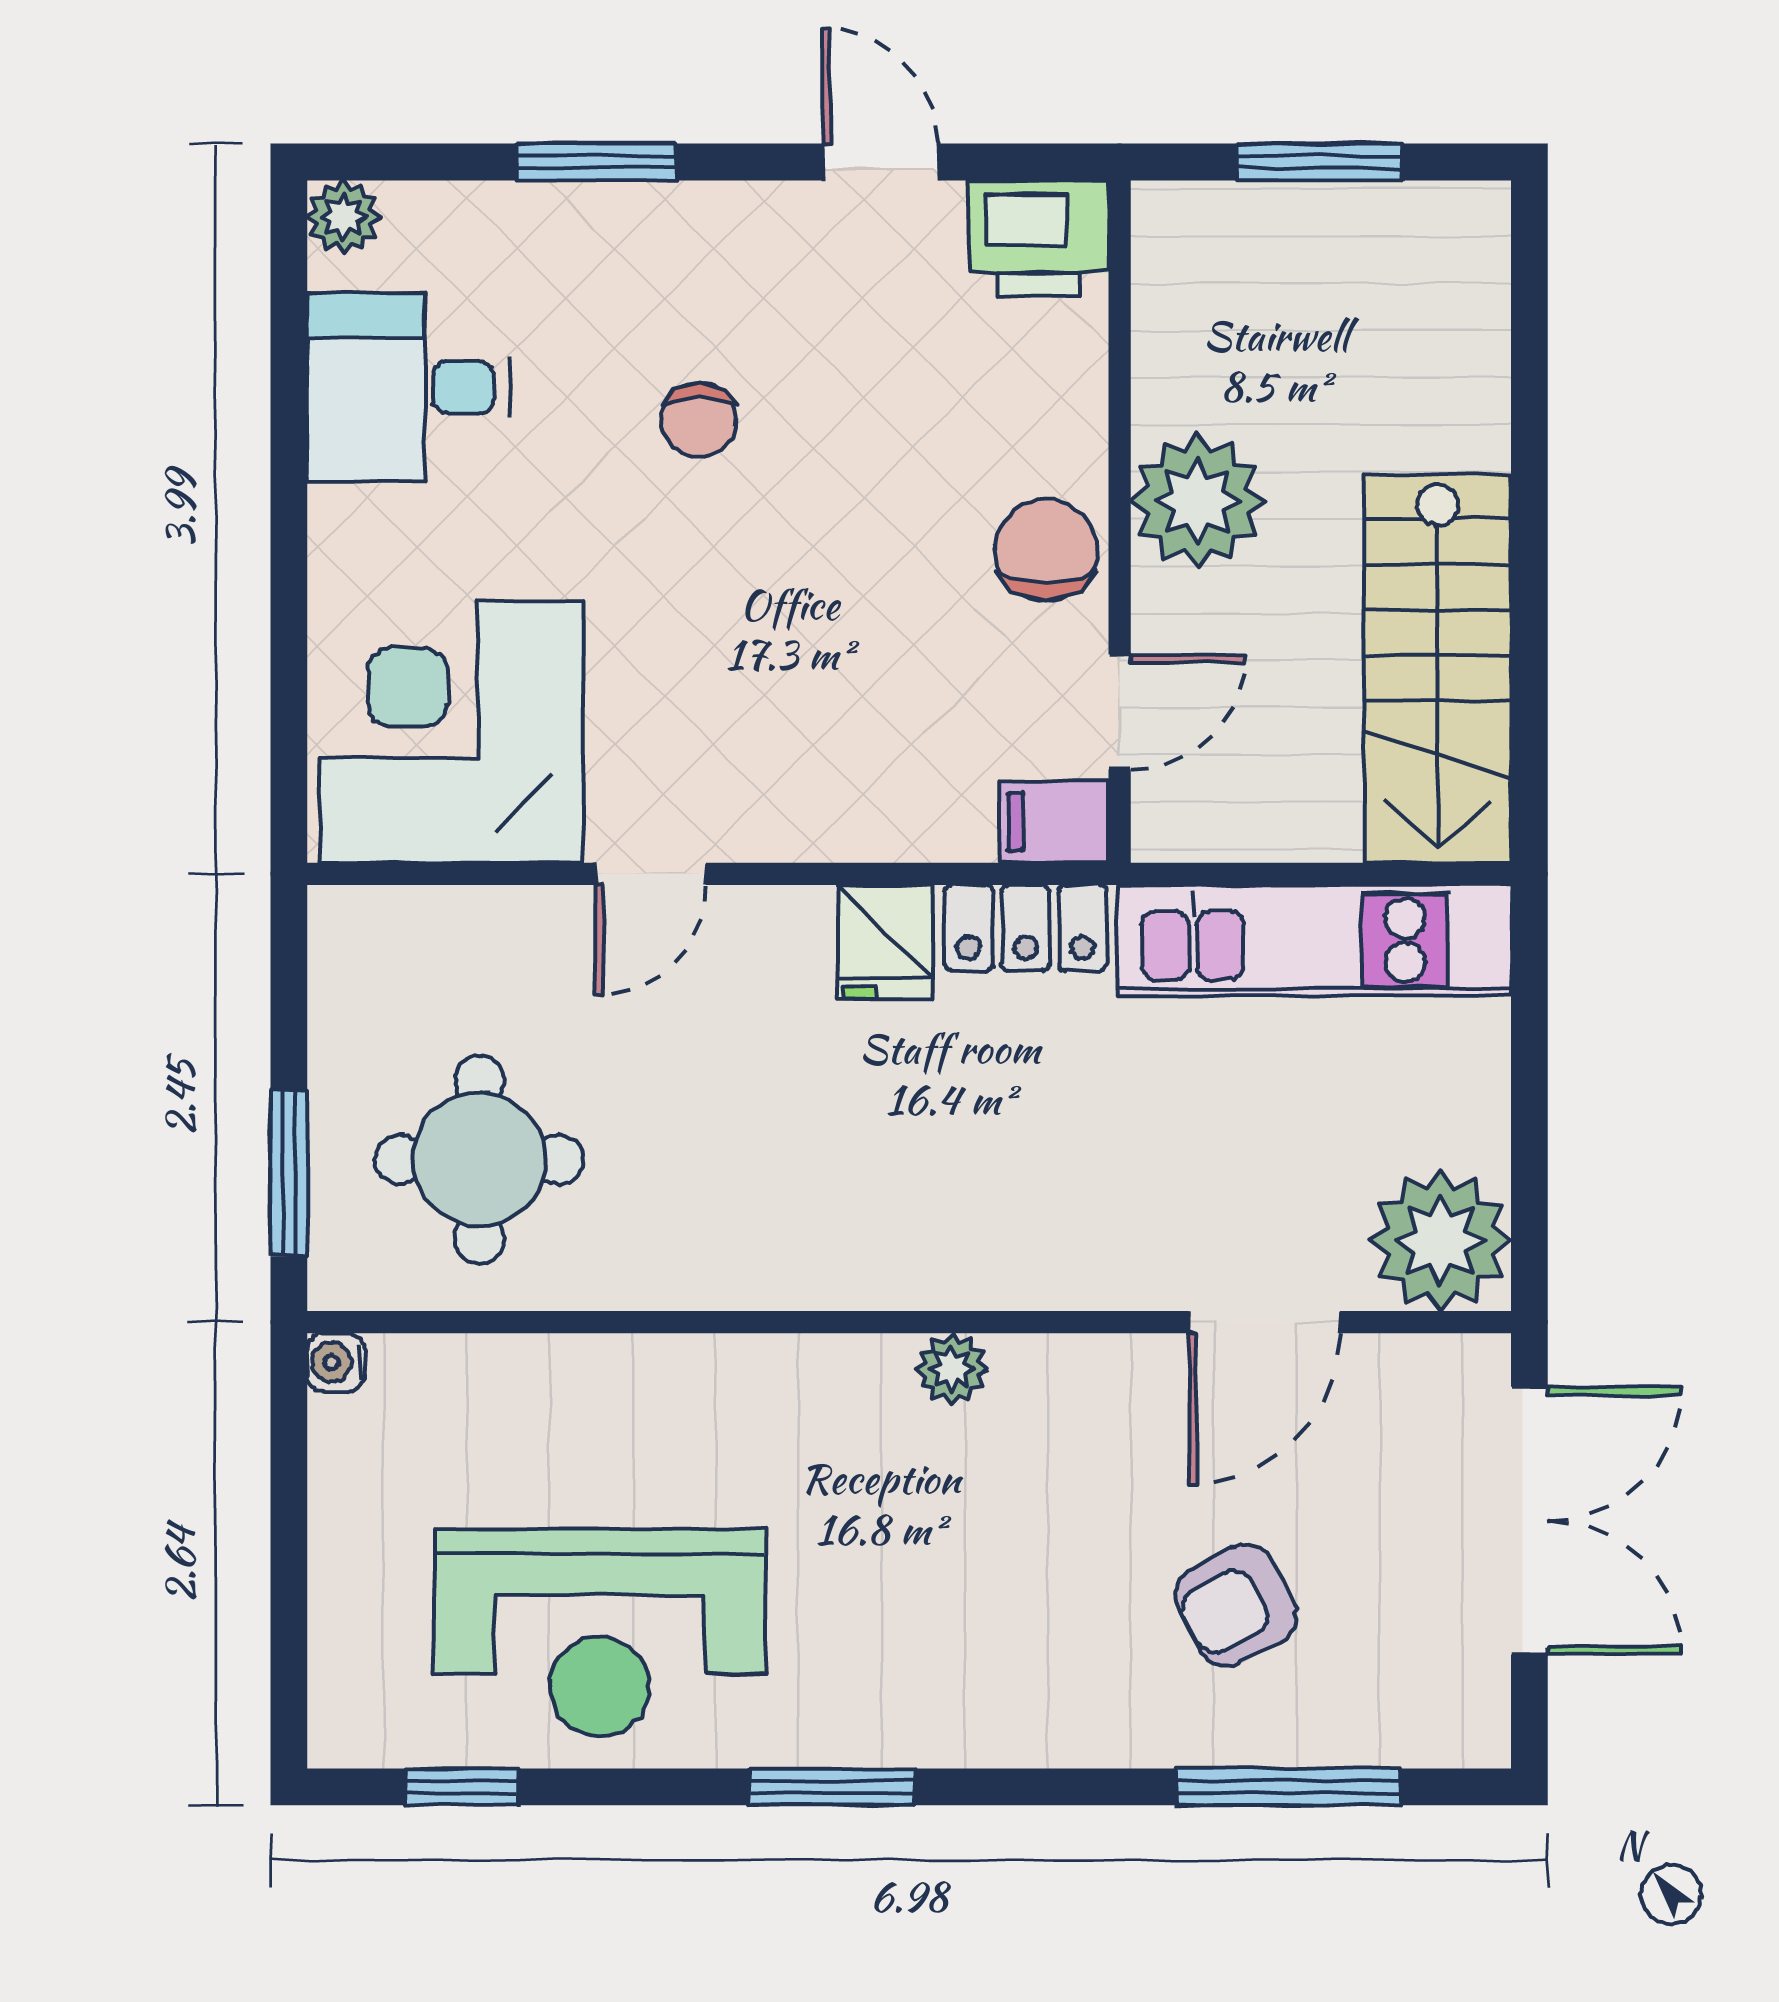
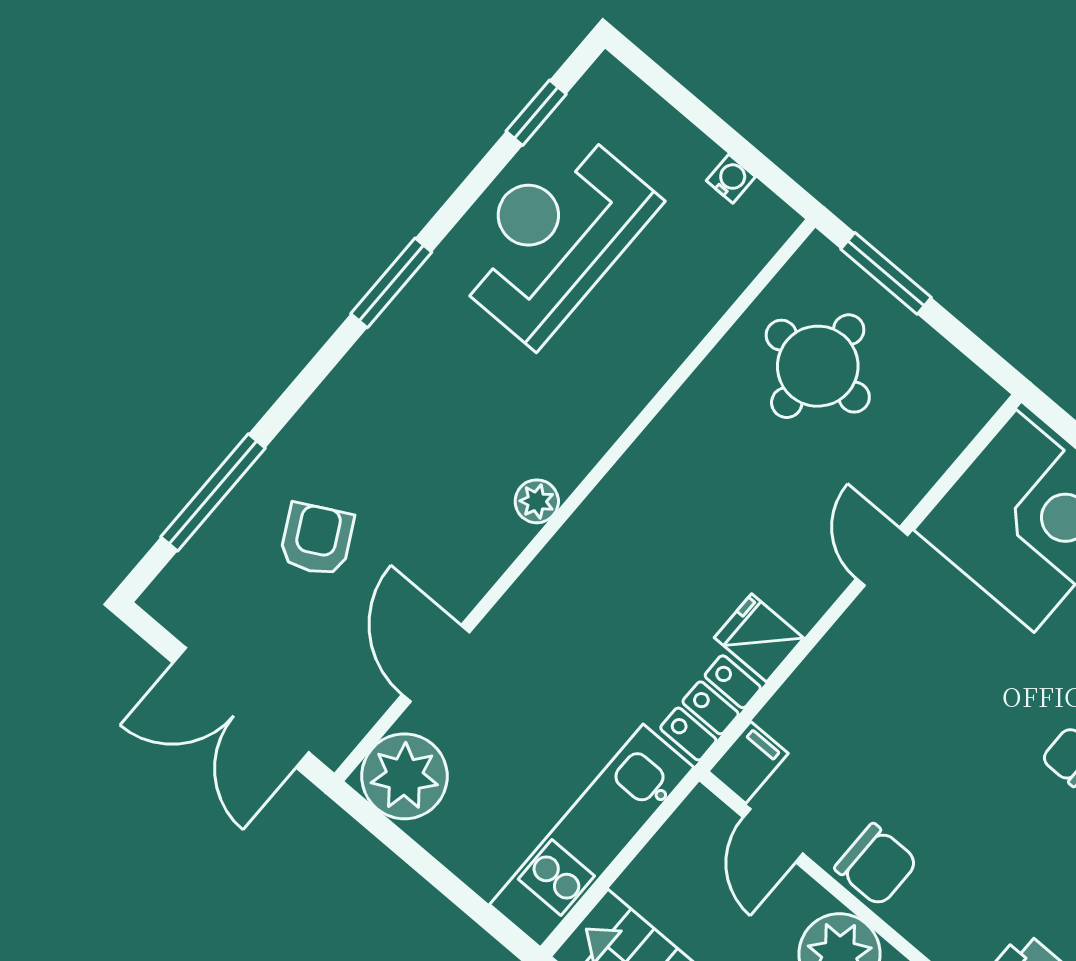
water cooler: (336, 1362) -> (731, 179), moved

